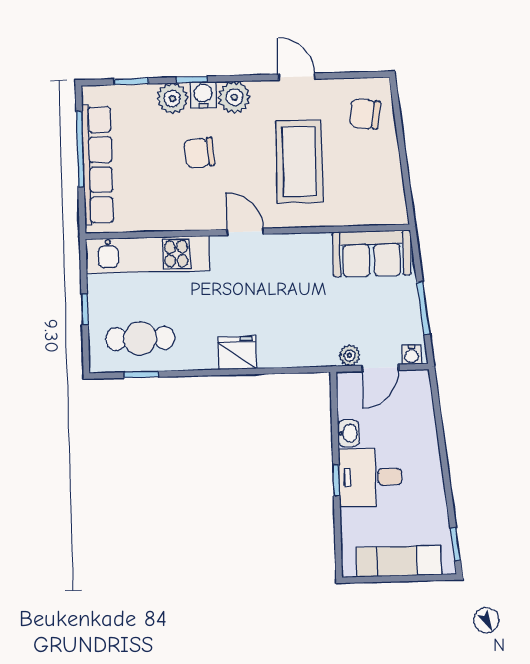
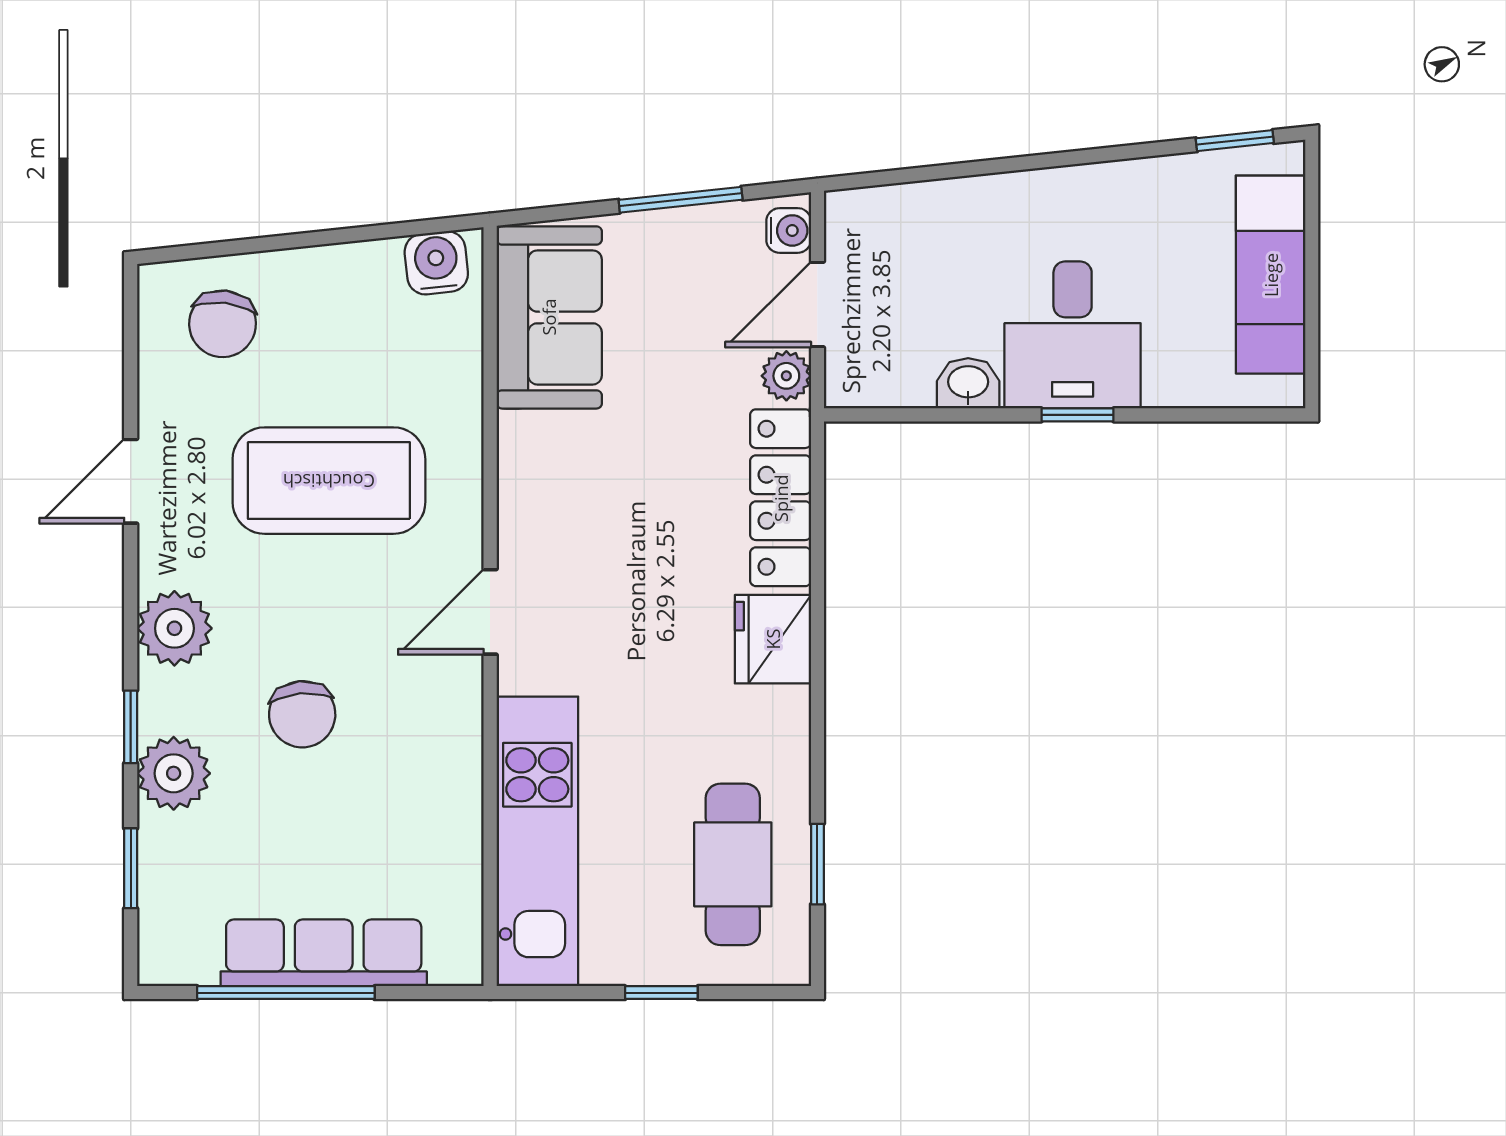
water cooler: (203, 95) -> (436, 263), moved, turned 84
row of seats: (98, 165) -> (324, 953), width x0.73
locker: (297, 354) -> (781, 498), added
door: (380, 368) -> (817, 304), swing flipped

